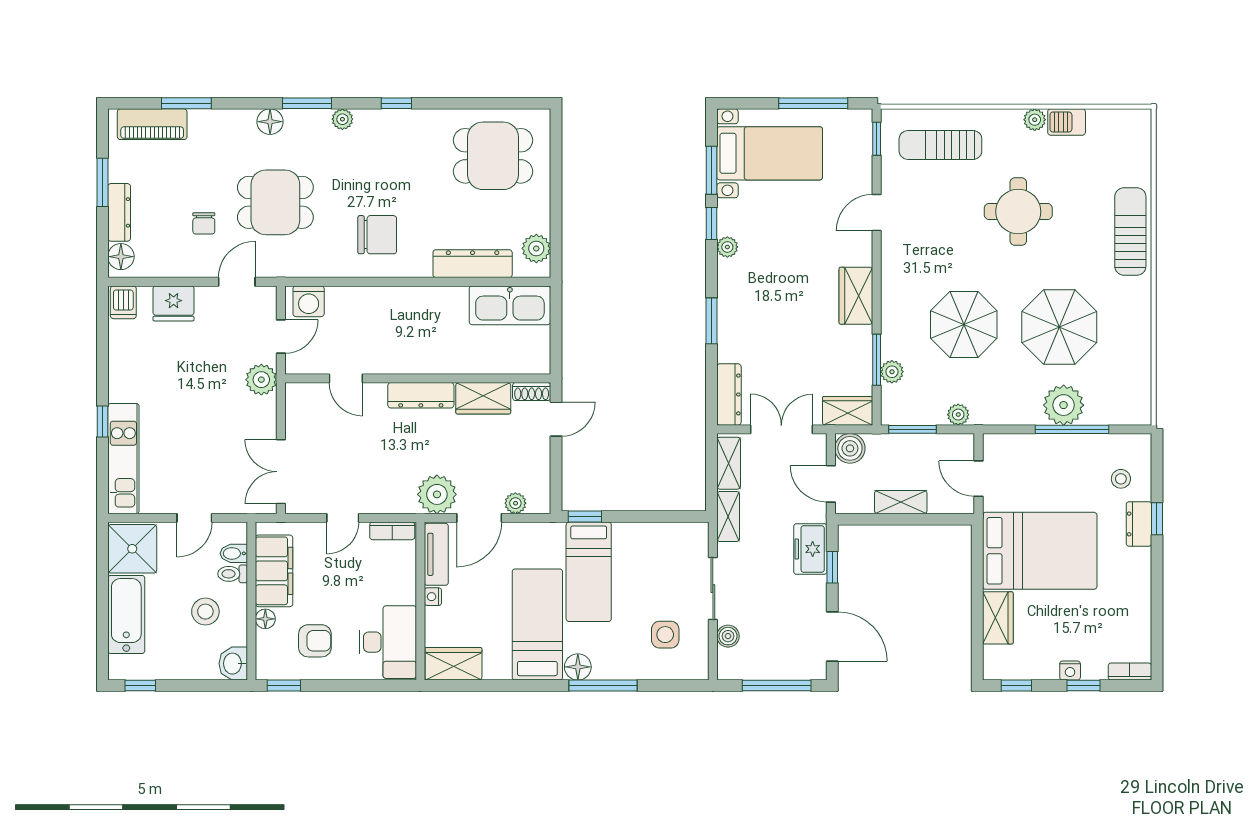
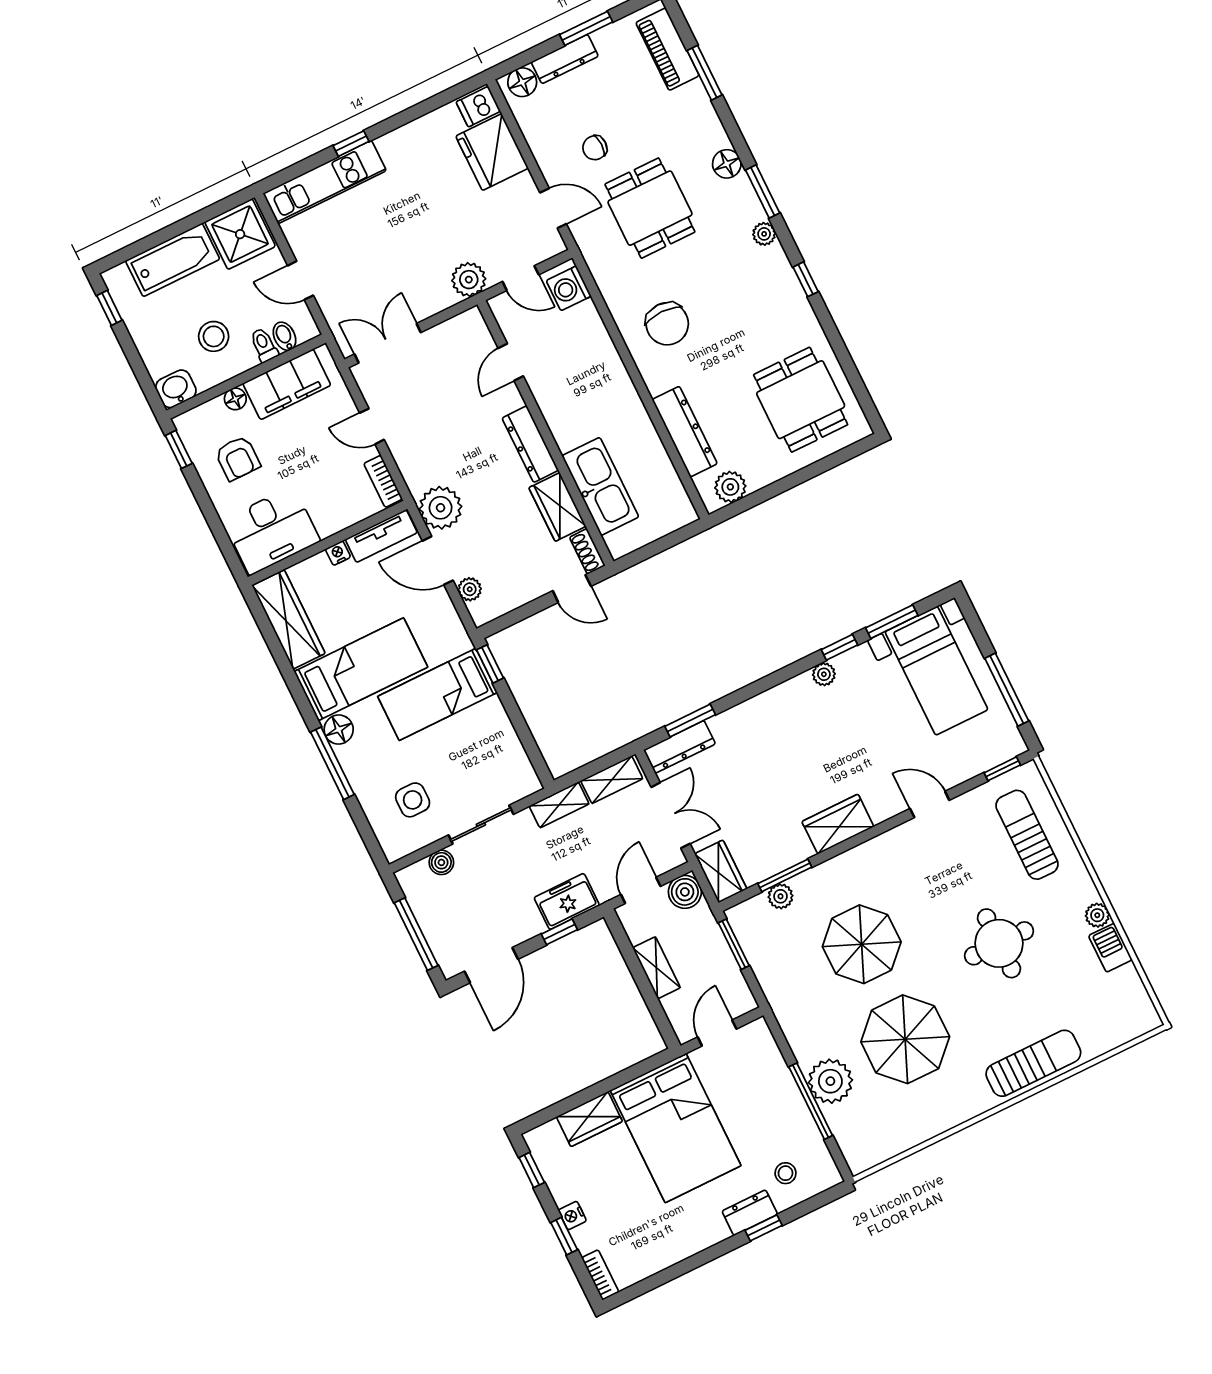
fridge: (174, 303) -> (492, 152), width x1.36, depth x1.34
kitchen sink: (510, 305) -> (600, 486), moved, turned 180
window: (712, 321) -> (690, 720), moved
plant: (958, 415) -> (770, 982), removed
wardrobe: (453, 664) -> (289, 620), width x1.50

